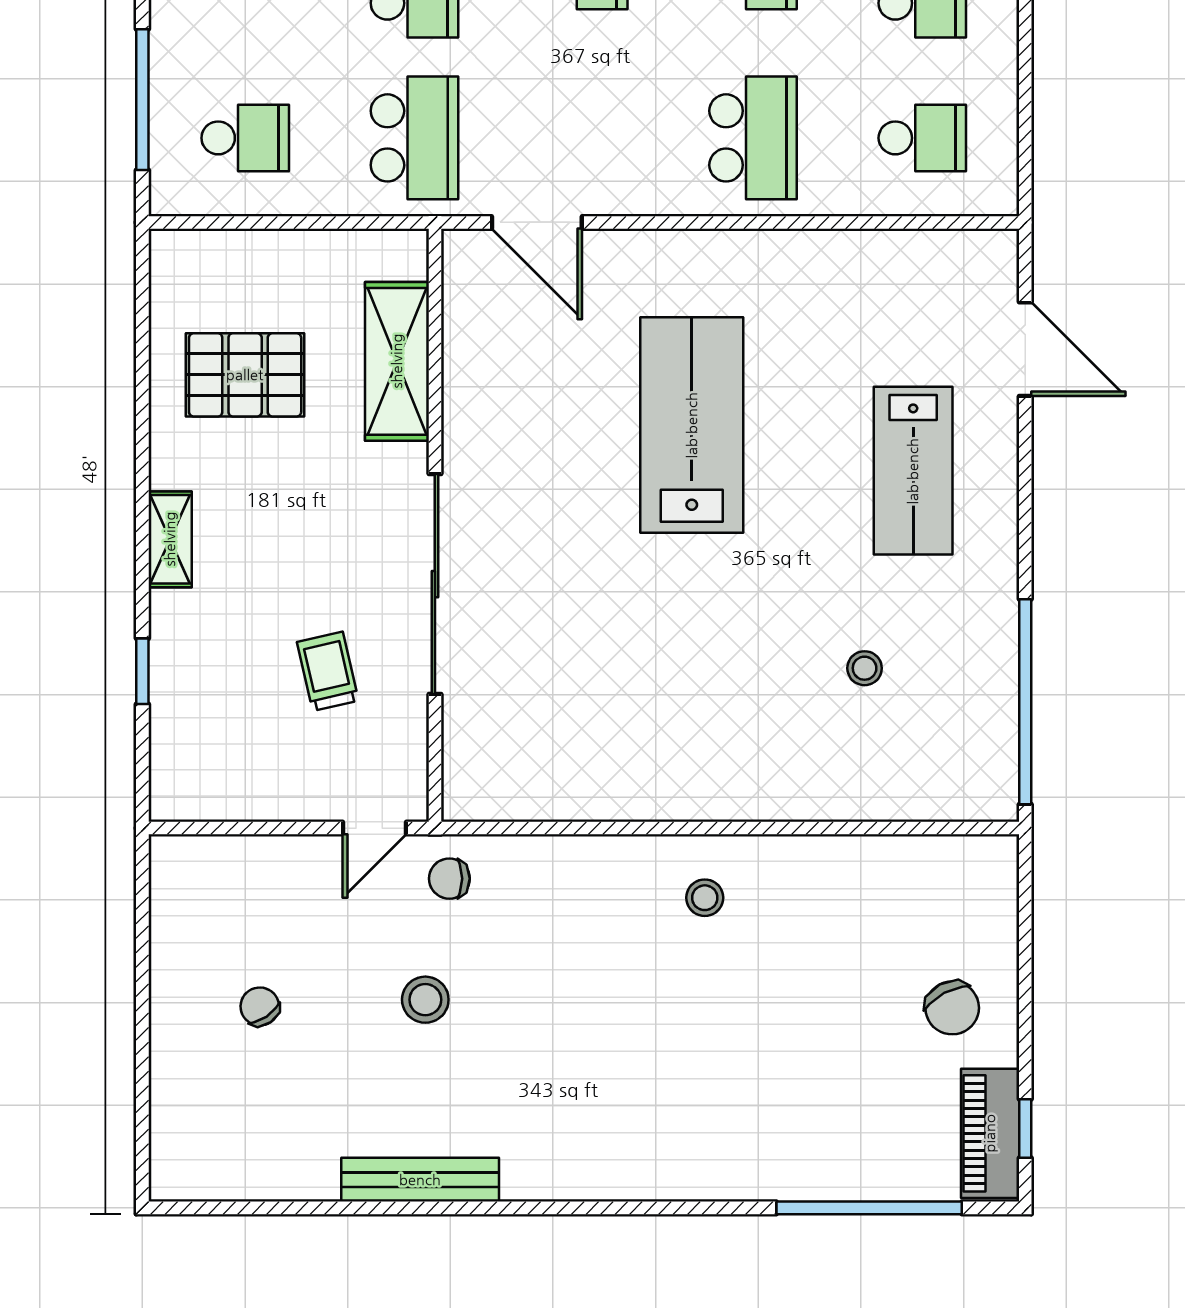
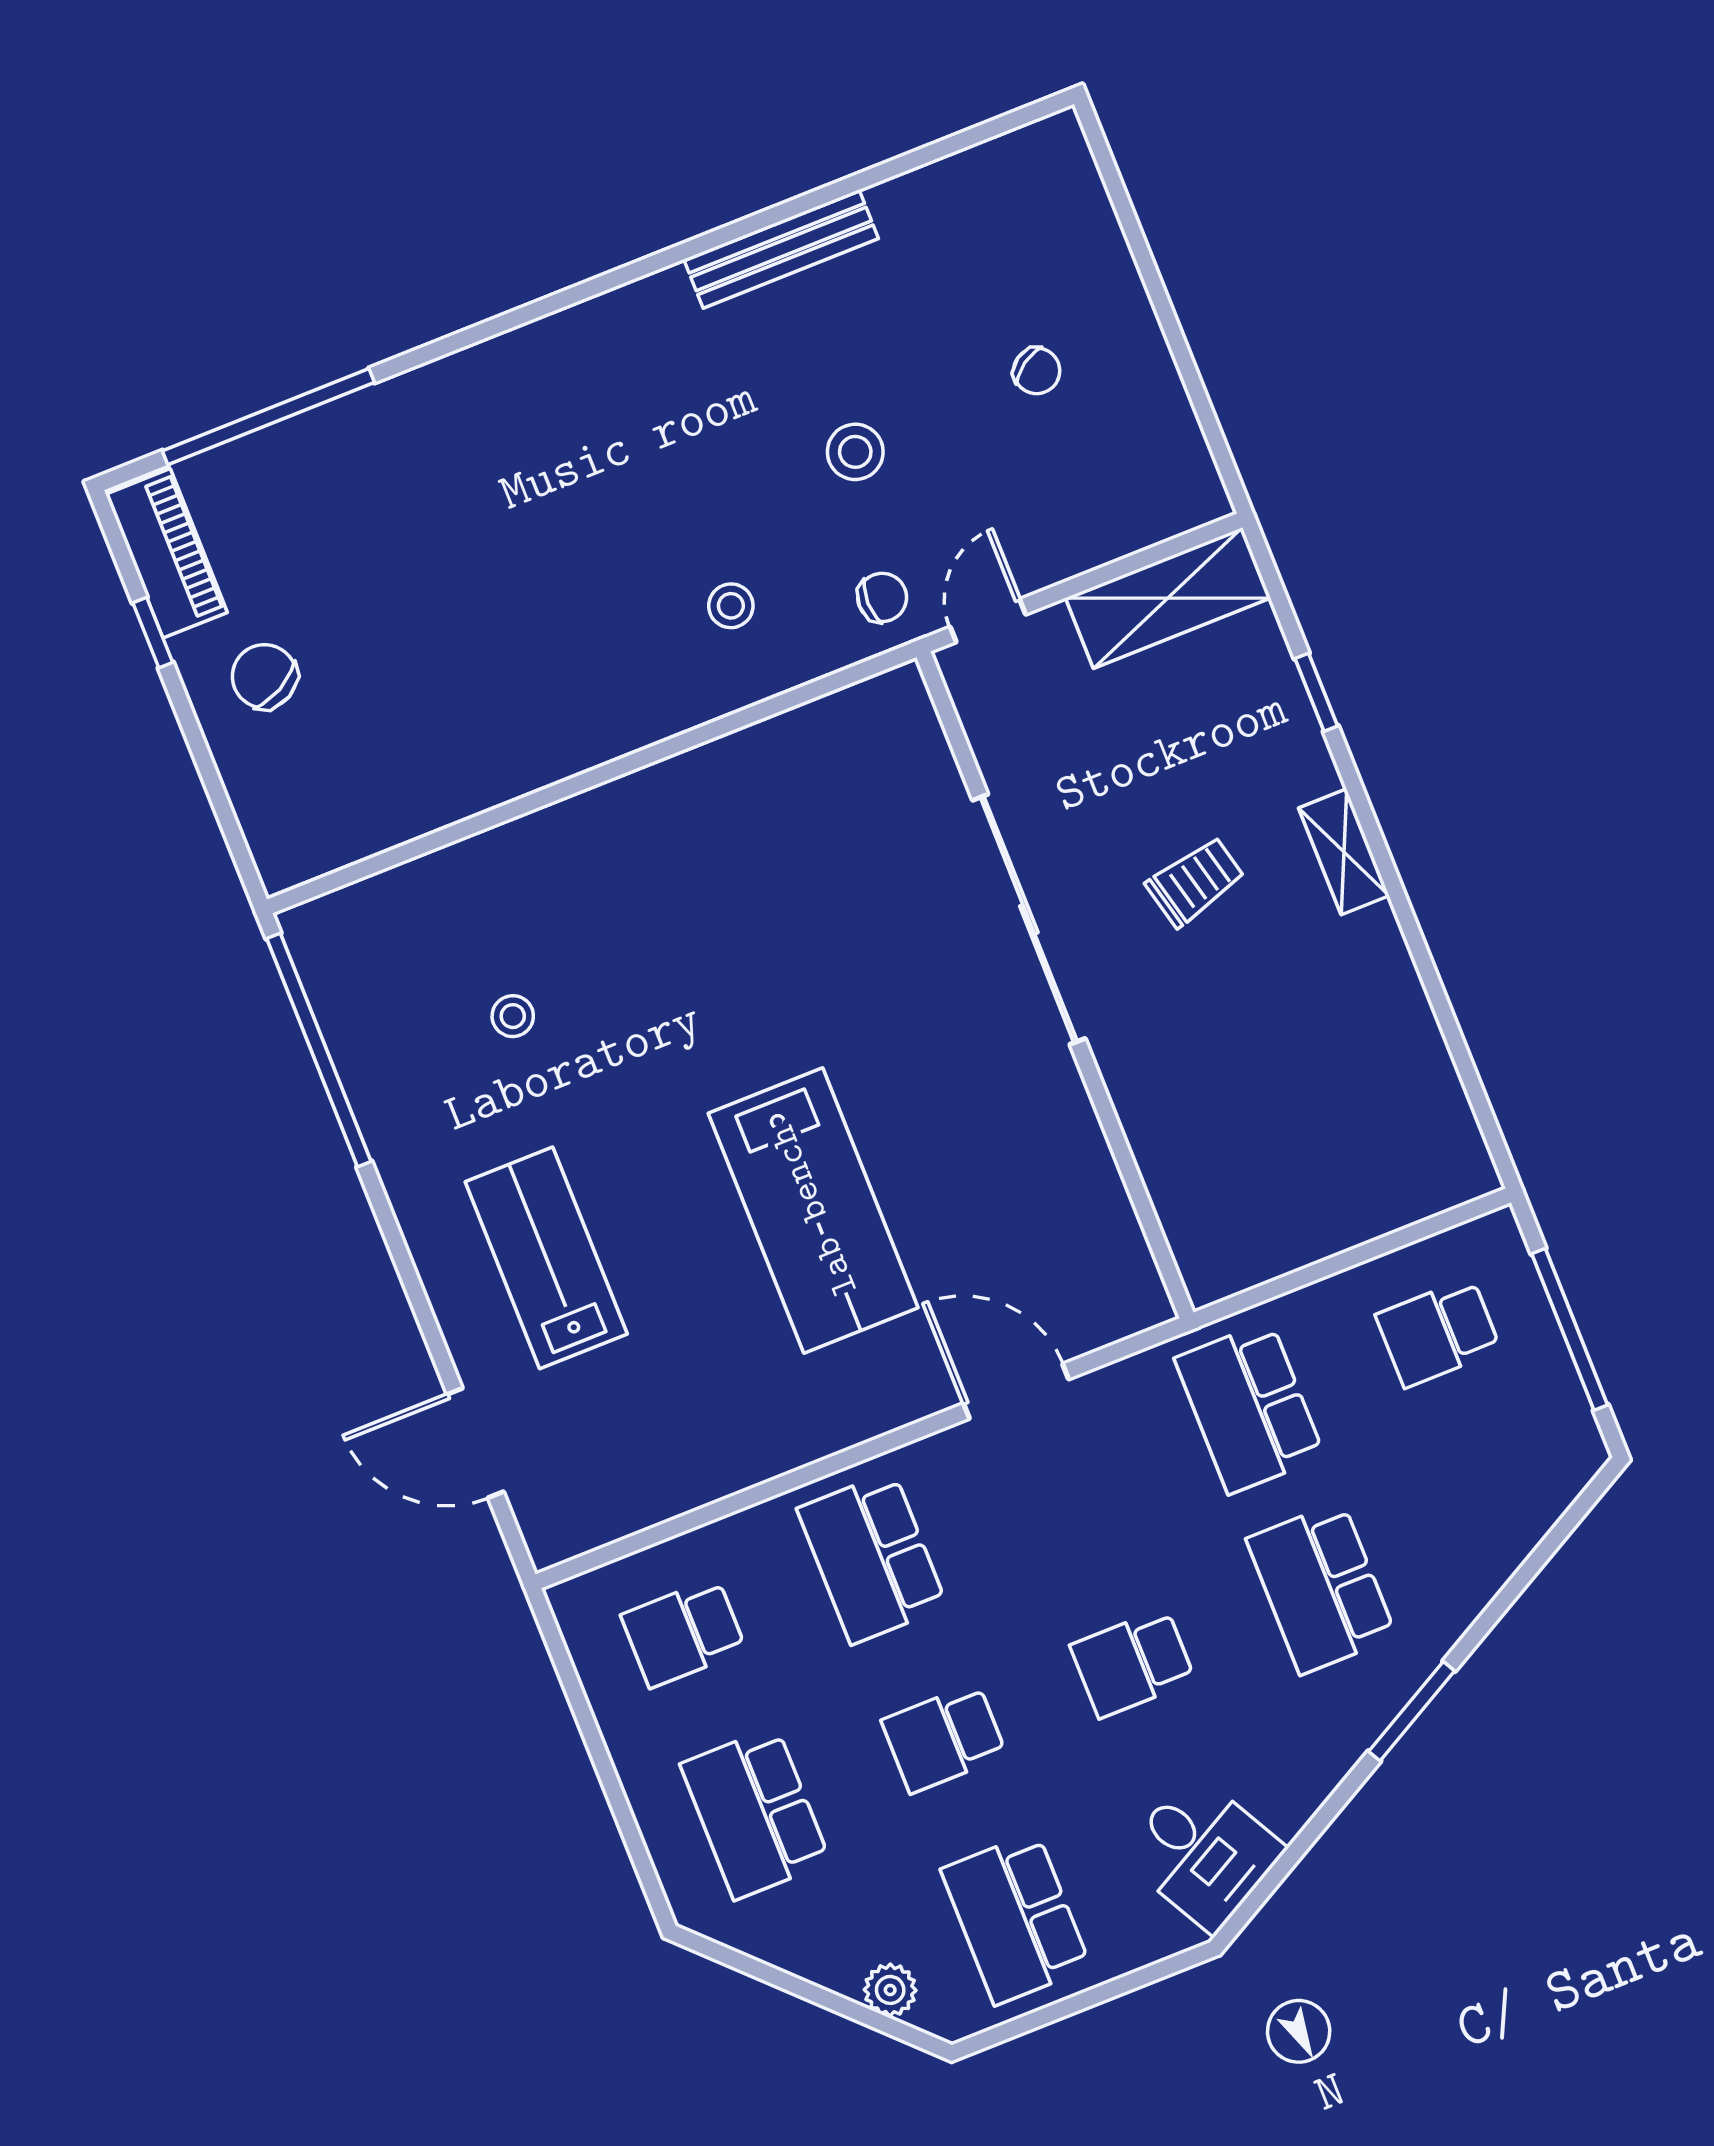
door: (537, 222) -> (1016, 1391), moved
shelving: (397, 361) -> (1168, 598), moved, turned 90
pallet: (245, 375) -> (1333, 1068), removed
trolley: (328, 671) -> (1195, 882), moved, turned -91
stool: (705, 898) -> (731, 606), moved
window: (1025, 1129) -> (153, 633), moved

